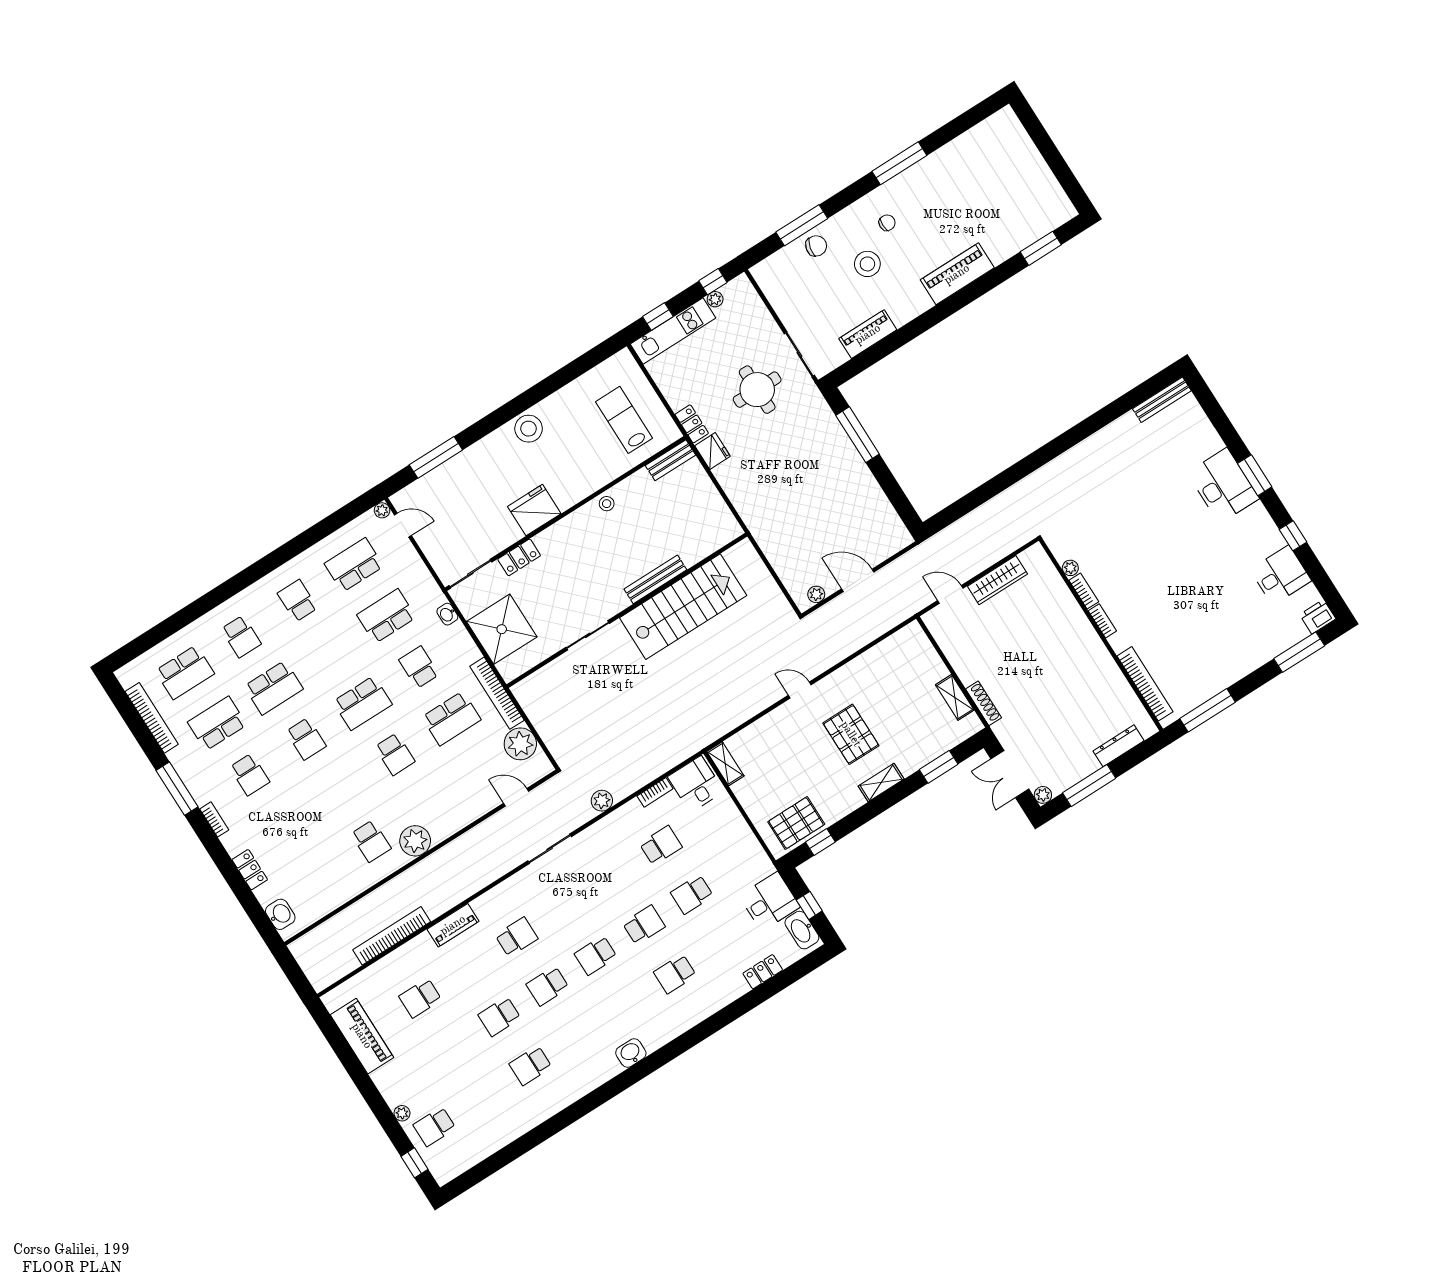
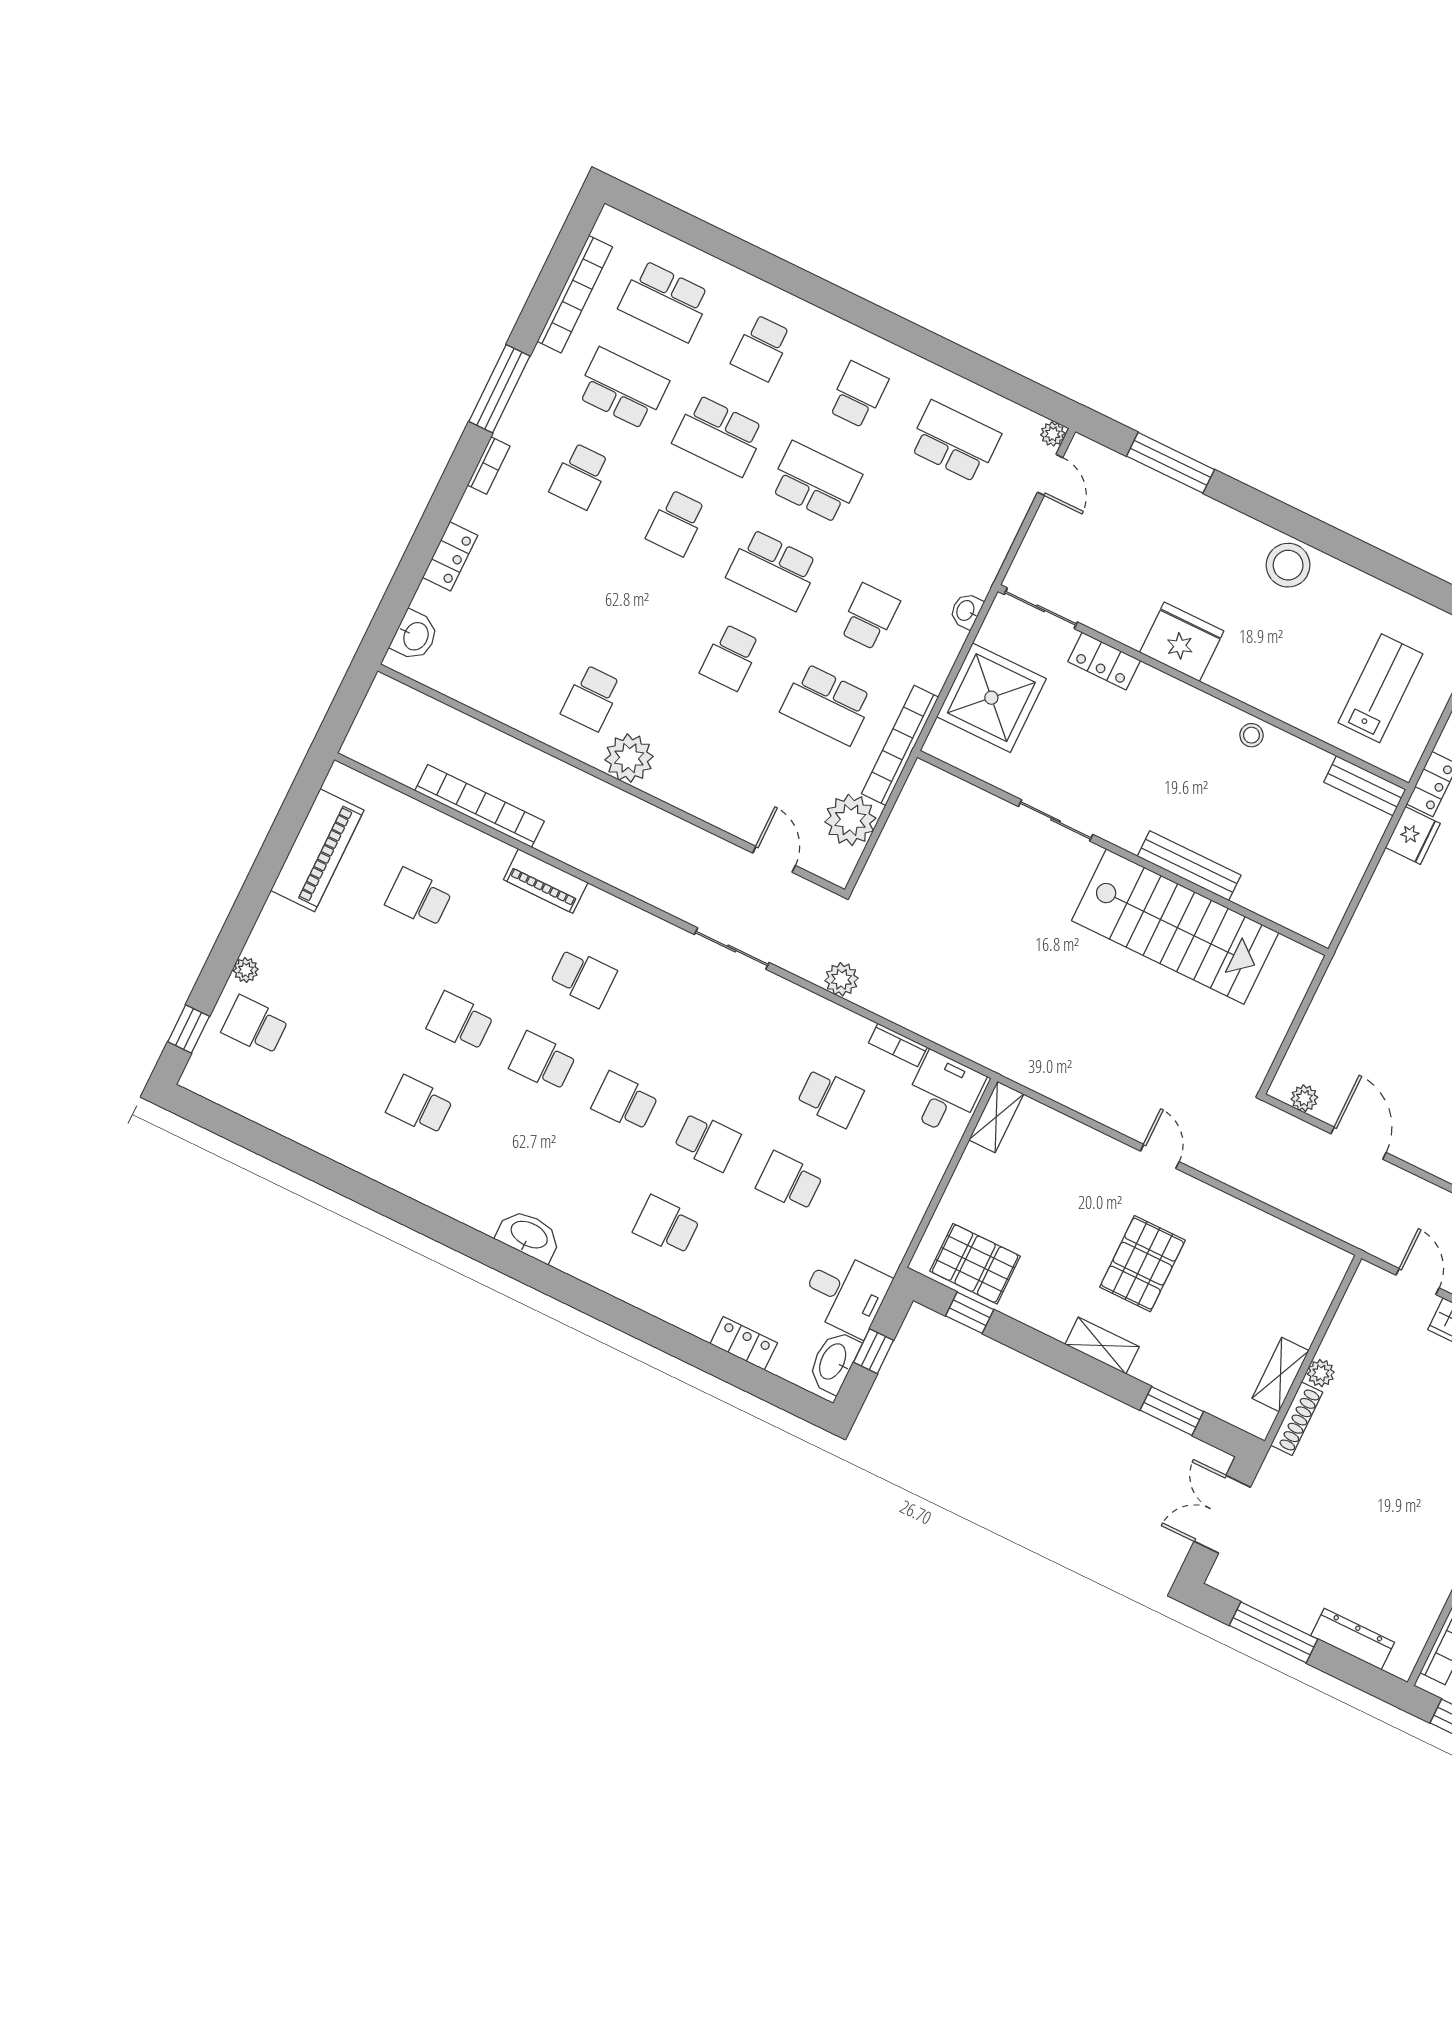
school desk: (386, 616) -> (815, 482), moved
plant: (1043, 795) -> (1321, 1373), moved
washbasin: (631, 1053) -> (529, 1236), width x1.38

